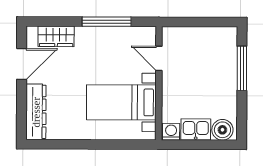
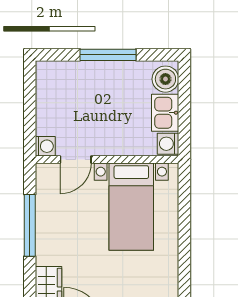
washing machine: (169, 34) -> (45, 146), added
window: (242, 68) -> (108, 55), moved

